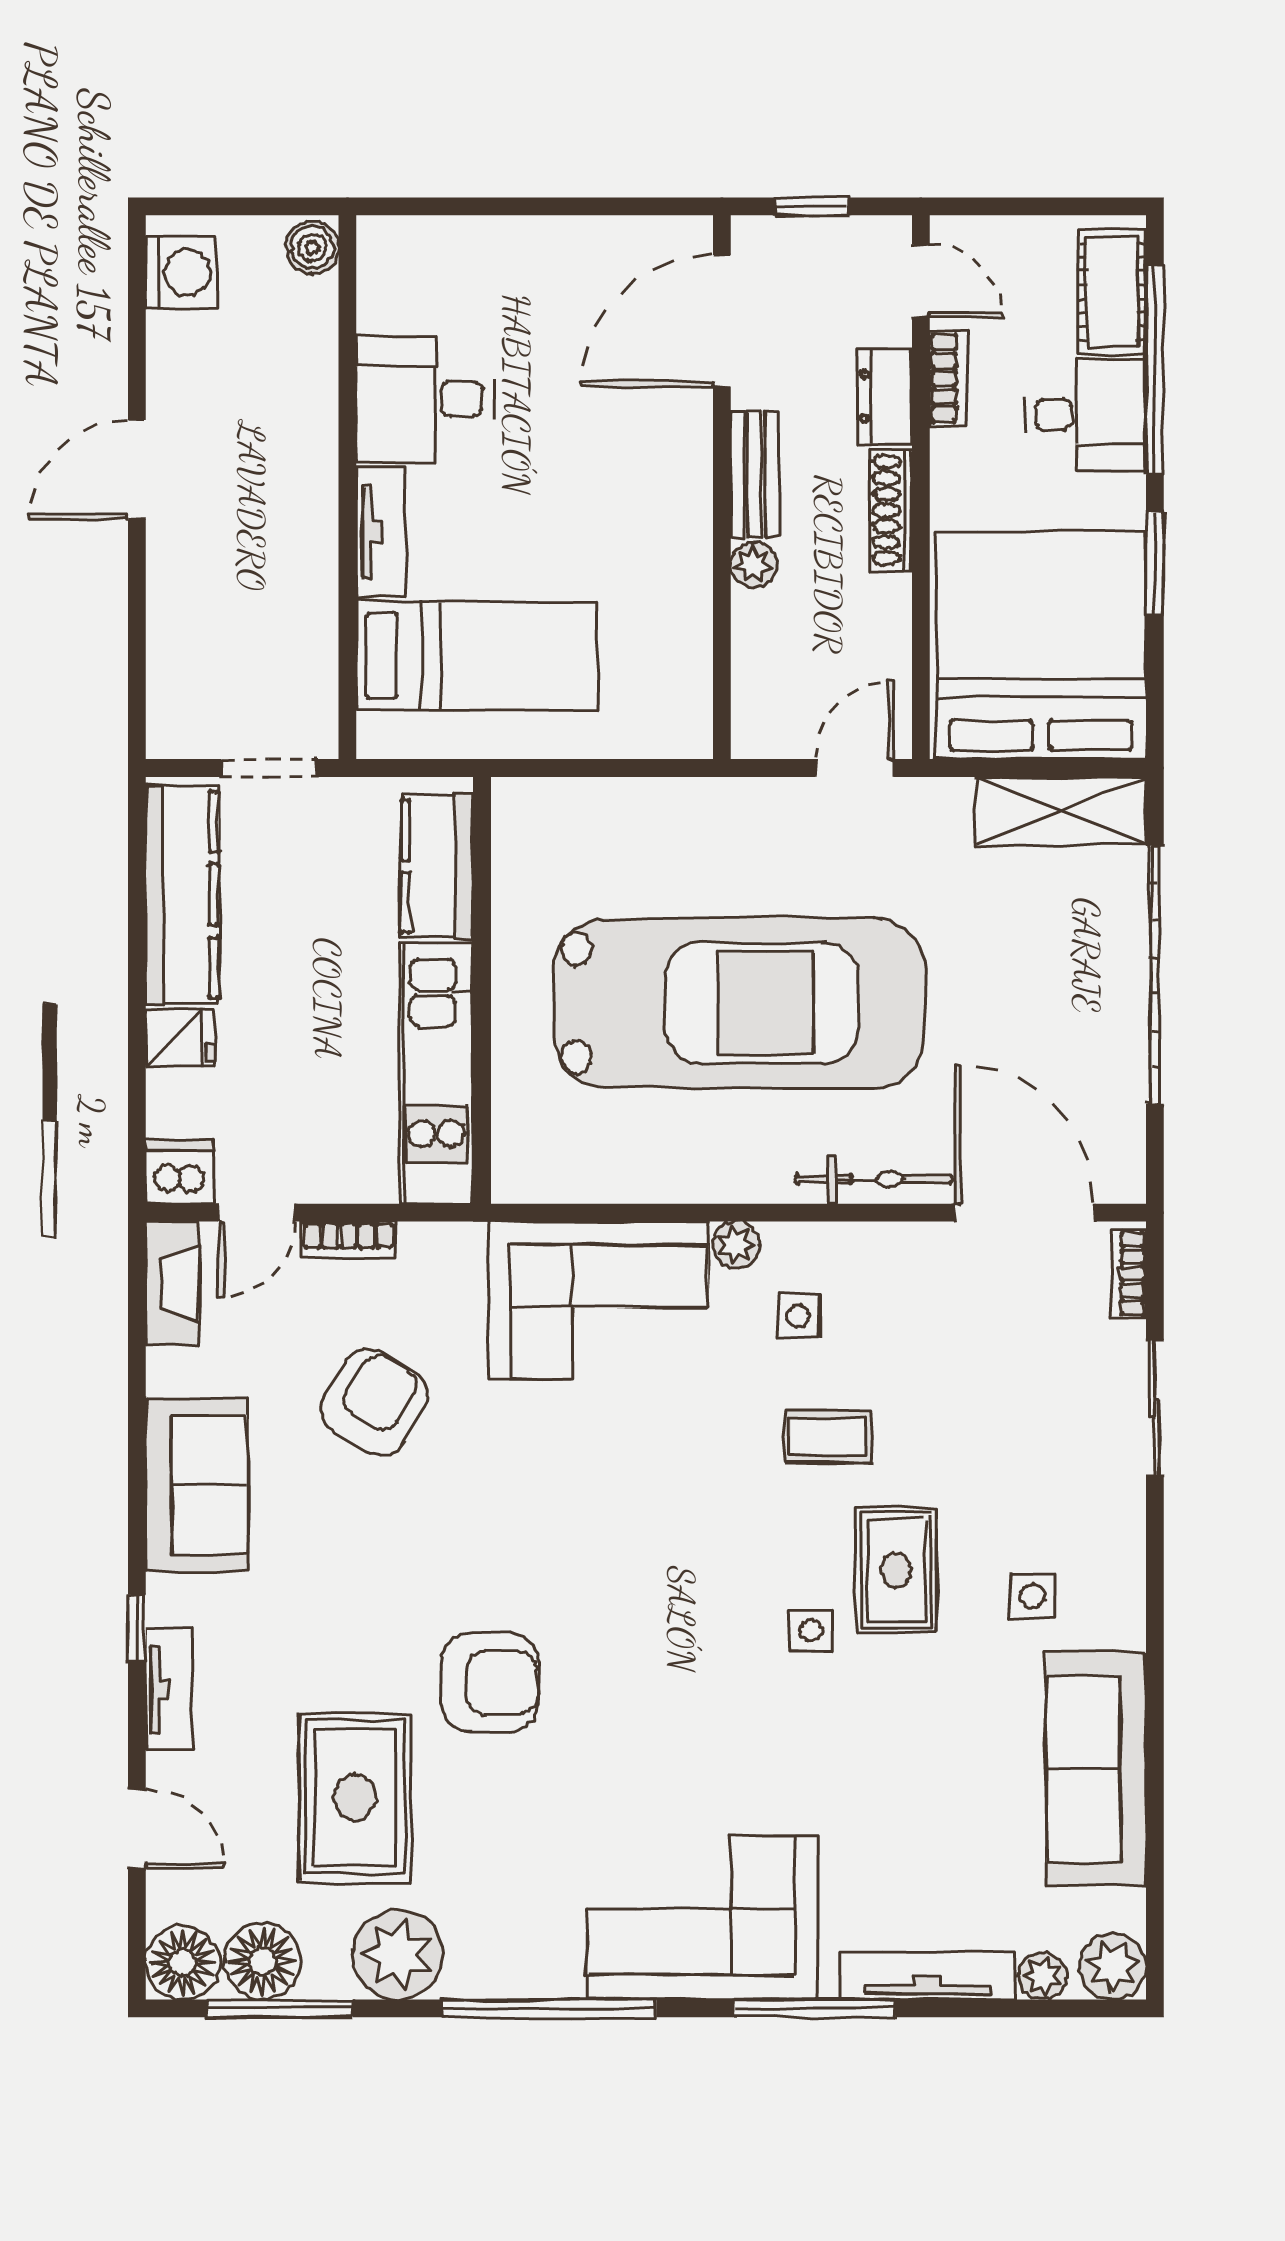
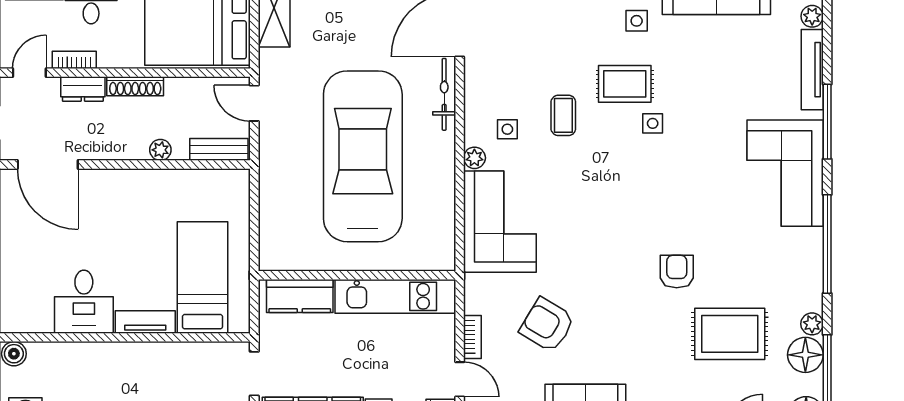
bench: (755, 474) -> (219, 149), moved
armchair: (490, 1683) -> (677, 272), width x0.72, depth x0.72
plant: (398, 1955) -> (812, 324), width x0.53, depth x0.53
floor lamp: (262, 1961) -> (805, 355), moved

